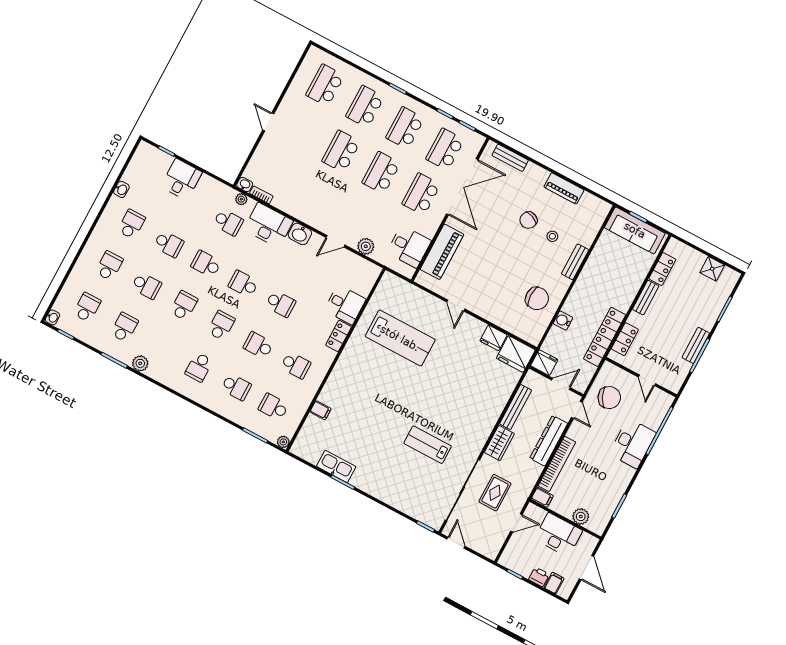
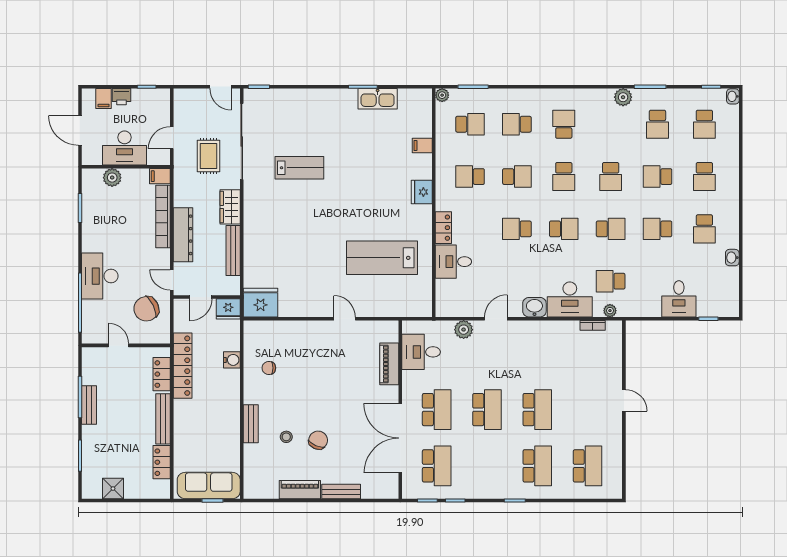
school desk: (405, 128) -> (487, 466), removed
bench: (510, 158) -> (341, 492), moved
washbasin: (245, 185) -> (614, 327), removed
piano: (442, 252) -> (389, 364), width x0.73, depth x0.75
chair: (537, 298) -> (269, 368), width x0.54, depth x0.54
bench: (646, 298) -> (163, 419), width x1.36
fridge: (493, 338) -> (422, 192), moved, turned -90

